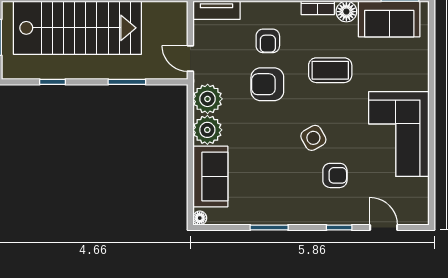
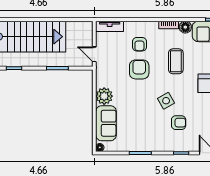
coffee table: (330, 70) -> (176, 61), turned 90
armchair: (267, 84) -> (139, 69), turned 90
plant: (208, 99) -> (104, 78), removed

